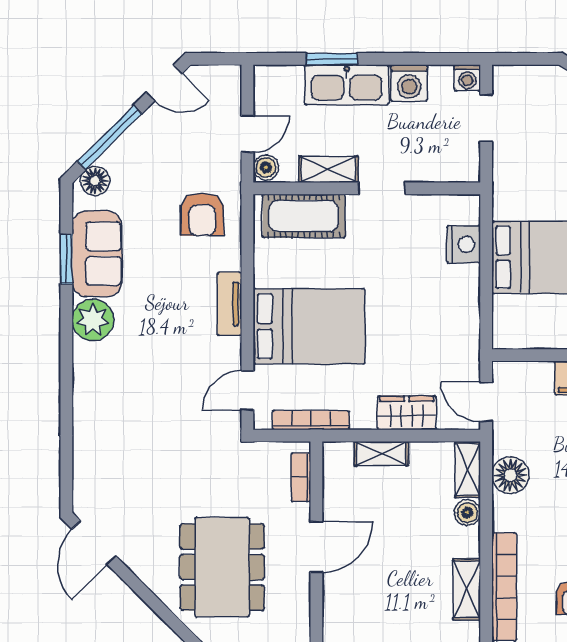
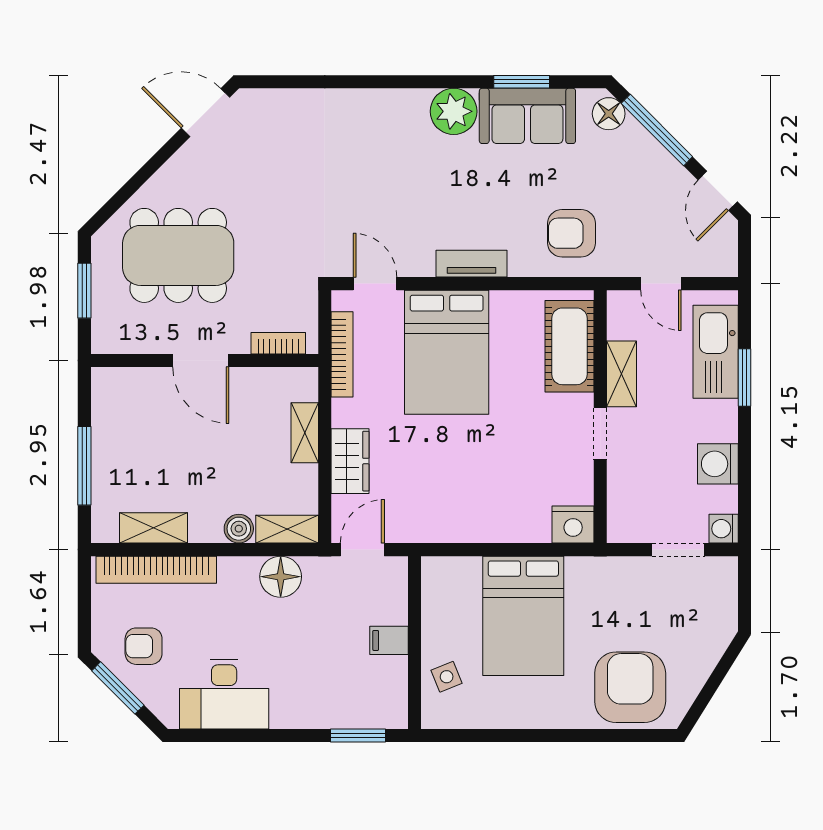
kitchen sink: (347, 85) -> (716, 352), moved
boiler: (266, 167) -> (624, 304), removed
nightstand: (464, 244) -> (573, 525), moved

